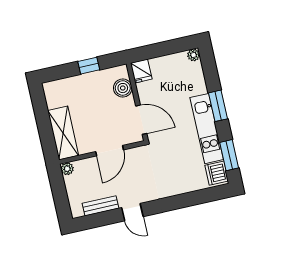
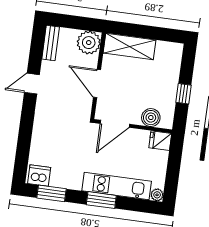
kitchen unit: (207, 129) -> (117, 186), moved
plant: (67, 169) -> (89, 43), width x1.88, depth x1.88
bench: (100, 206) -> (51, 43), moved

